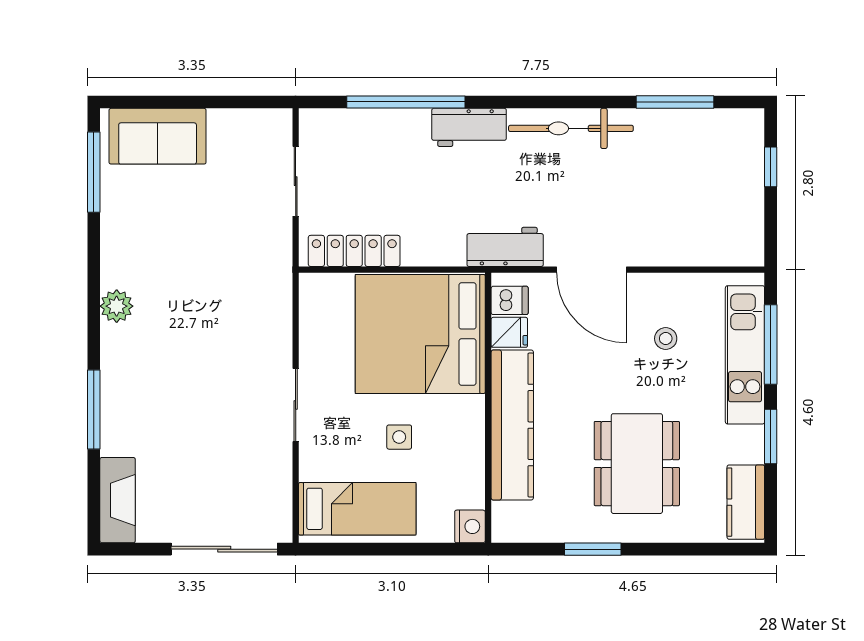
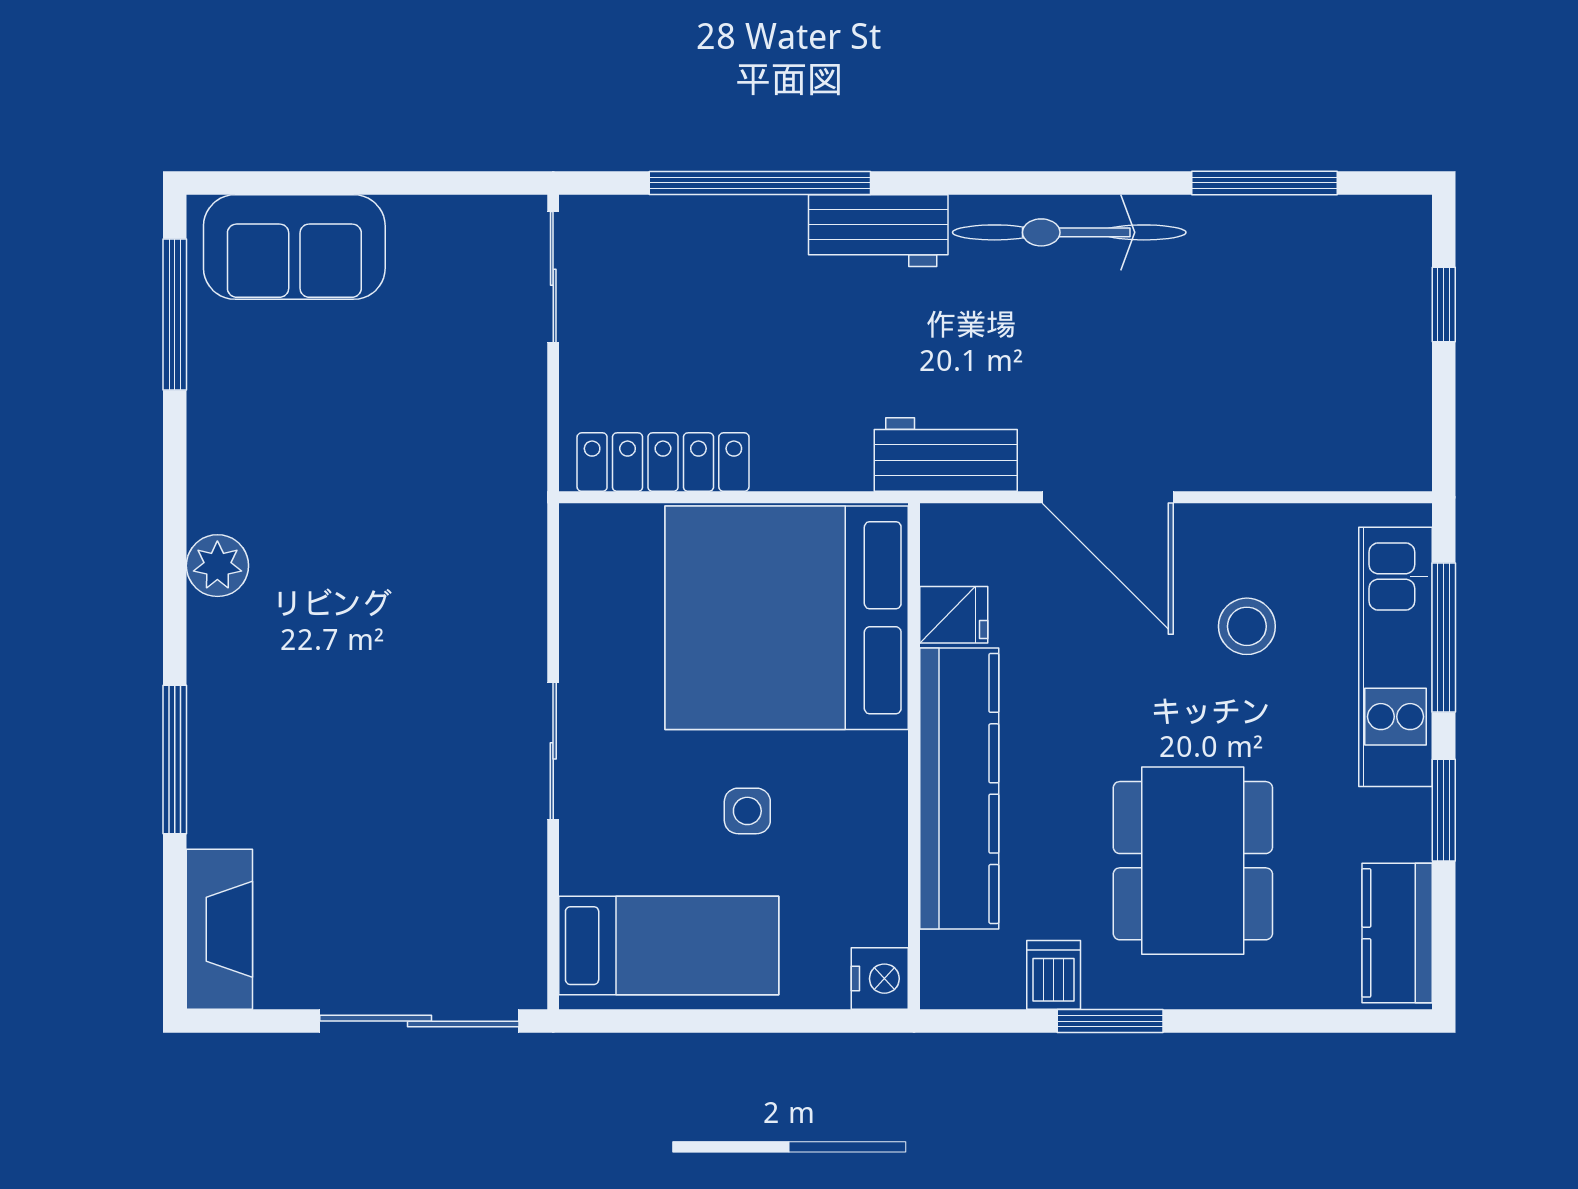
sliding door: (296, 181) -> (553, 277), moved
dishwasher: (510, 300) -> (1054, 975), moved, turned -90
stool: (666, 339) -> (1247, 626), width x1.37, depth x1.37

